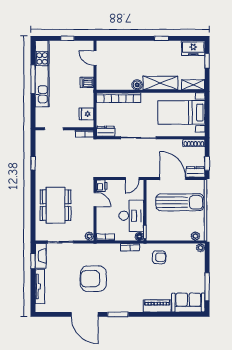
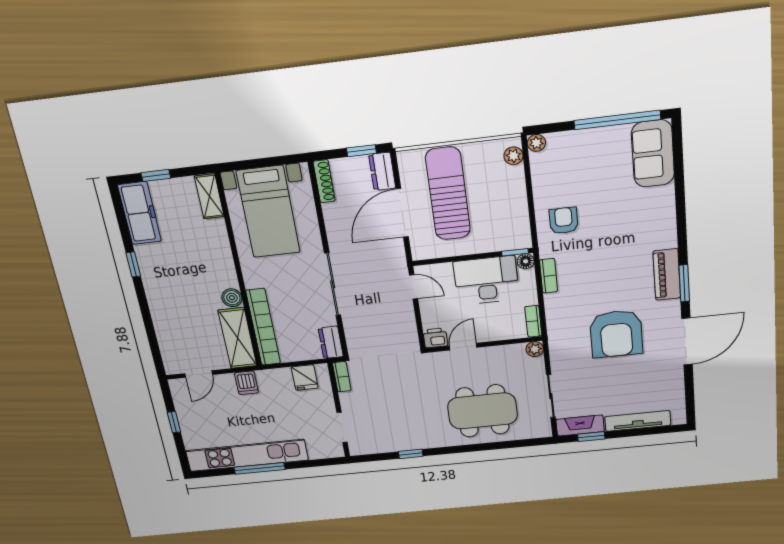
freezer: (193, 48) -> (140, 213), width x1.40
shelving: (160, 83) -> (237, 338), moved
window: (207, 287) -> (617, 120), width x1.46
piano: (157, 306) -> (667, 275), moved

